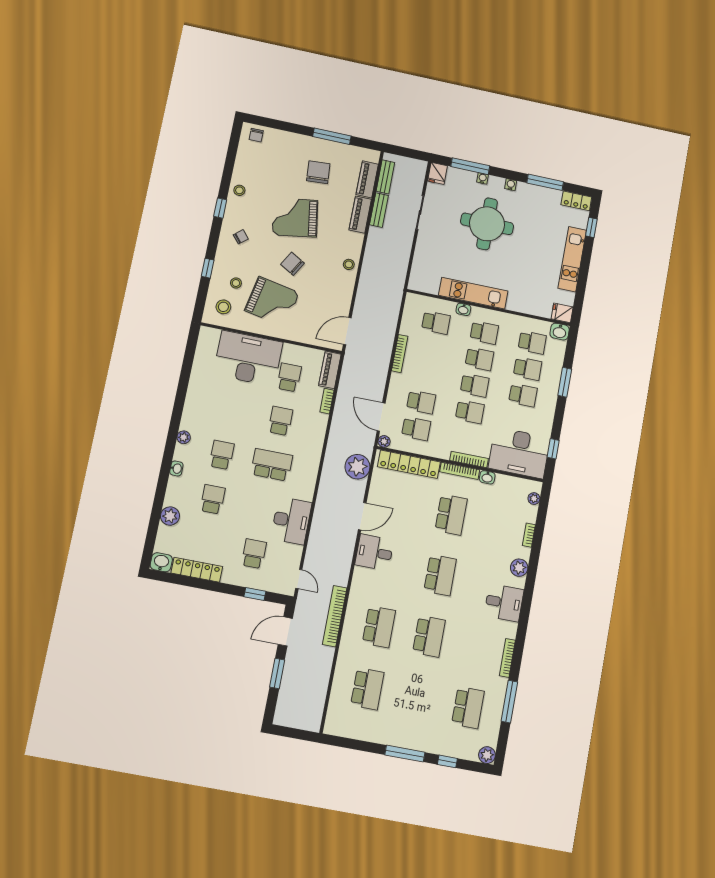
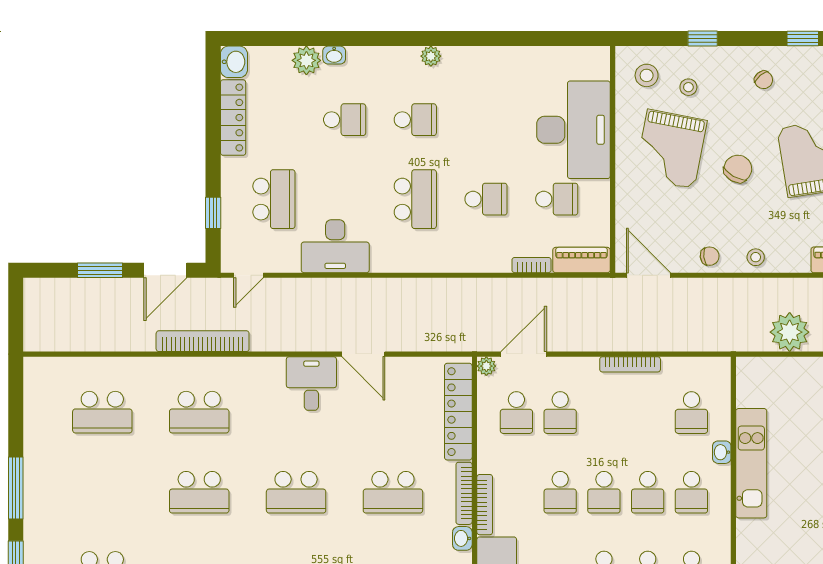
chair: (343, 292) -> (710, 256), added
plant: (357, 467) -> (790, 332), moved
washbasin: (176, 468) -> (334, 55), moved
school desk: (254, 554) -> (274, 199), width x1.85
door: (285, 631) -> (165, 270), swing flipped

